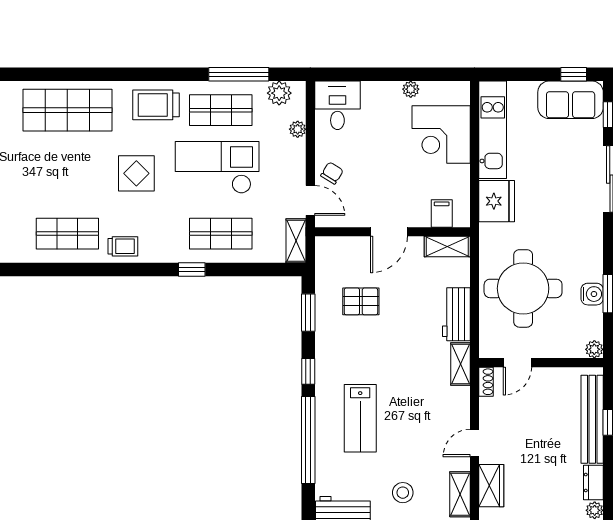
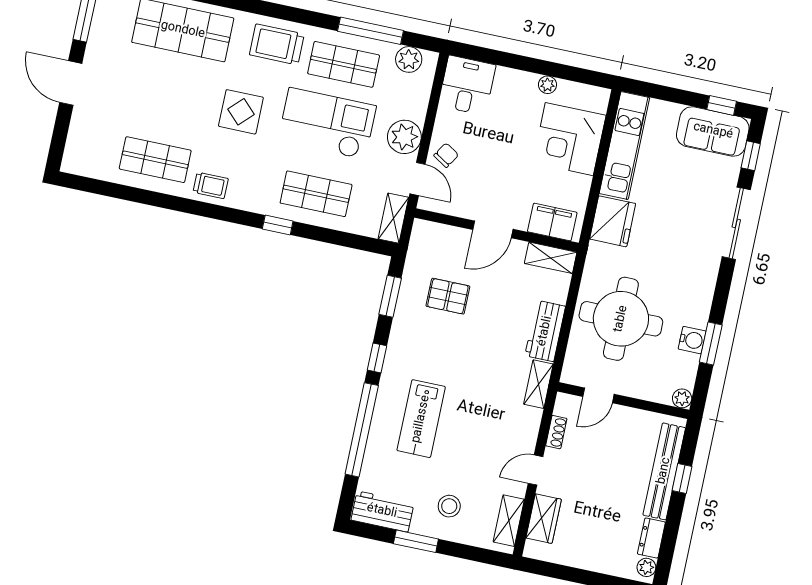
plant: (298, 129) -> (404, 137), moved, width x1.88, depth x1.88
filing cabinet: (442, 214) -> (552, 222), width x2.00
shoe rack: (486, 382) -> (556, 432), moved

